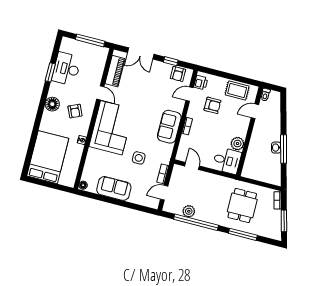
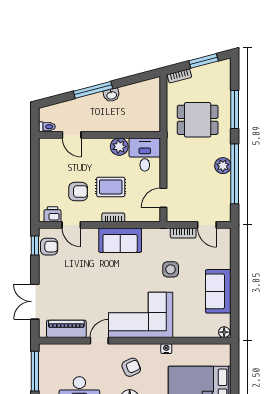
double door: (141, 53) -> (35, 302), swing flipped
window: (171, 61) -> (35, 246), moved
rug: (237, 90) -> (111, 187), moved, turned 90
armchair: (212, 105) -> (78, 192), turned 90
window: (284, 149) -> (93, 90), moved
plant: (189, 211) -> (223, 166), moved

